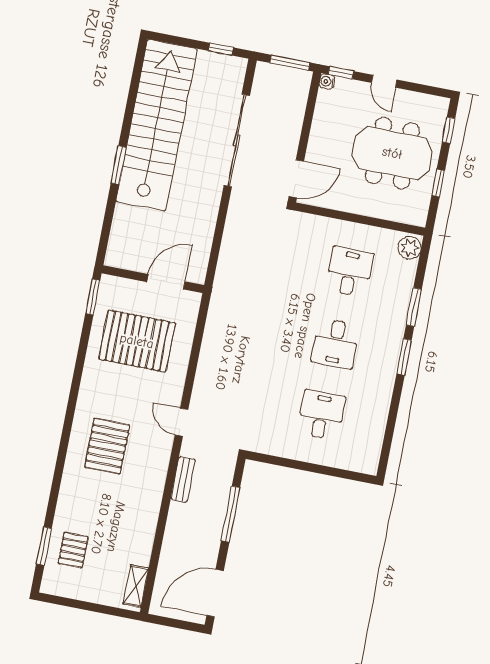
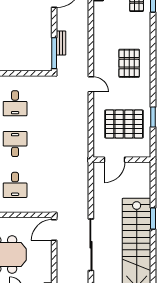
window: (93, 297) -> (153, 117), moved
bench: (183, 479) -> (61, 43), moved
window: (231, 514) -> (54, 53), moved

